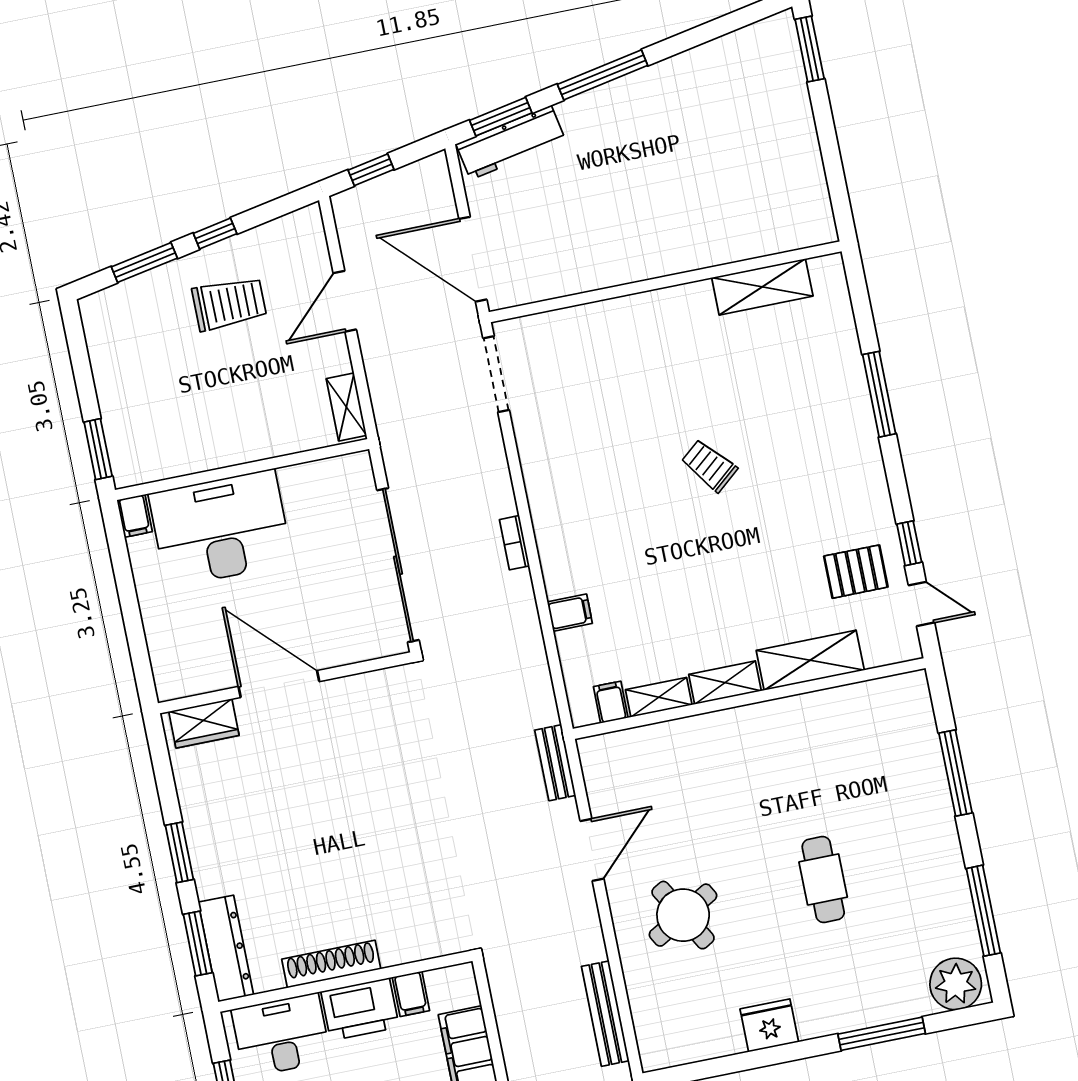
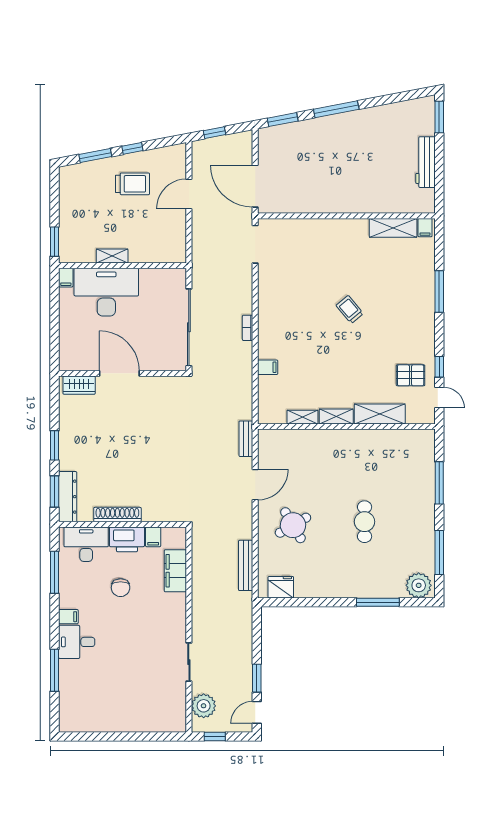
workbench: (511, 142) -> (425, 162), moved, turned 101
shelving: (346, 407) -> (112, 256), moved, turned 90
filing cabinet: (611, 702) -> (425, 228), moved, turned 180
fridge: (769, 1025) -> (281, 587), moved

